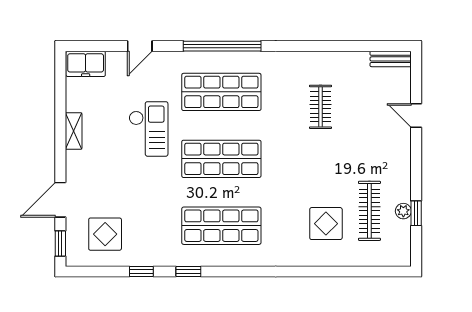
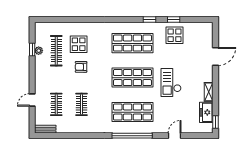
freezer: (86, 64) -> (206, 112), moved, turned -90
clothes rail: (369, 107) -> (56, 104), added
door: (416, 116) -> (32, 100), swing flipped
checkout: (149, 129) -> (171, 83), moved
armchair: (321, 180) -> (81, 67), added
display table: (105, 234) -> (174, 35), moved
window: (60, 244) -> (215, 122), moved

